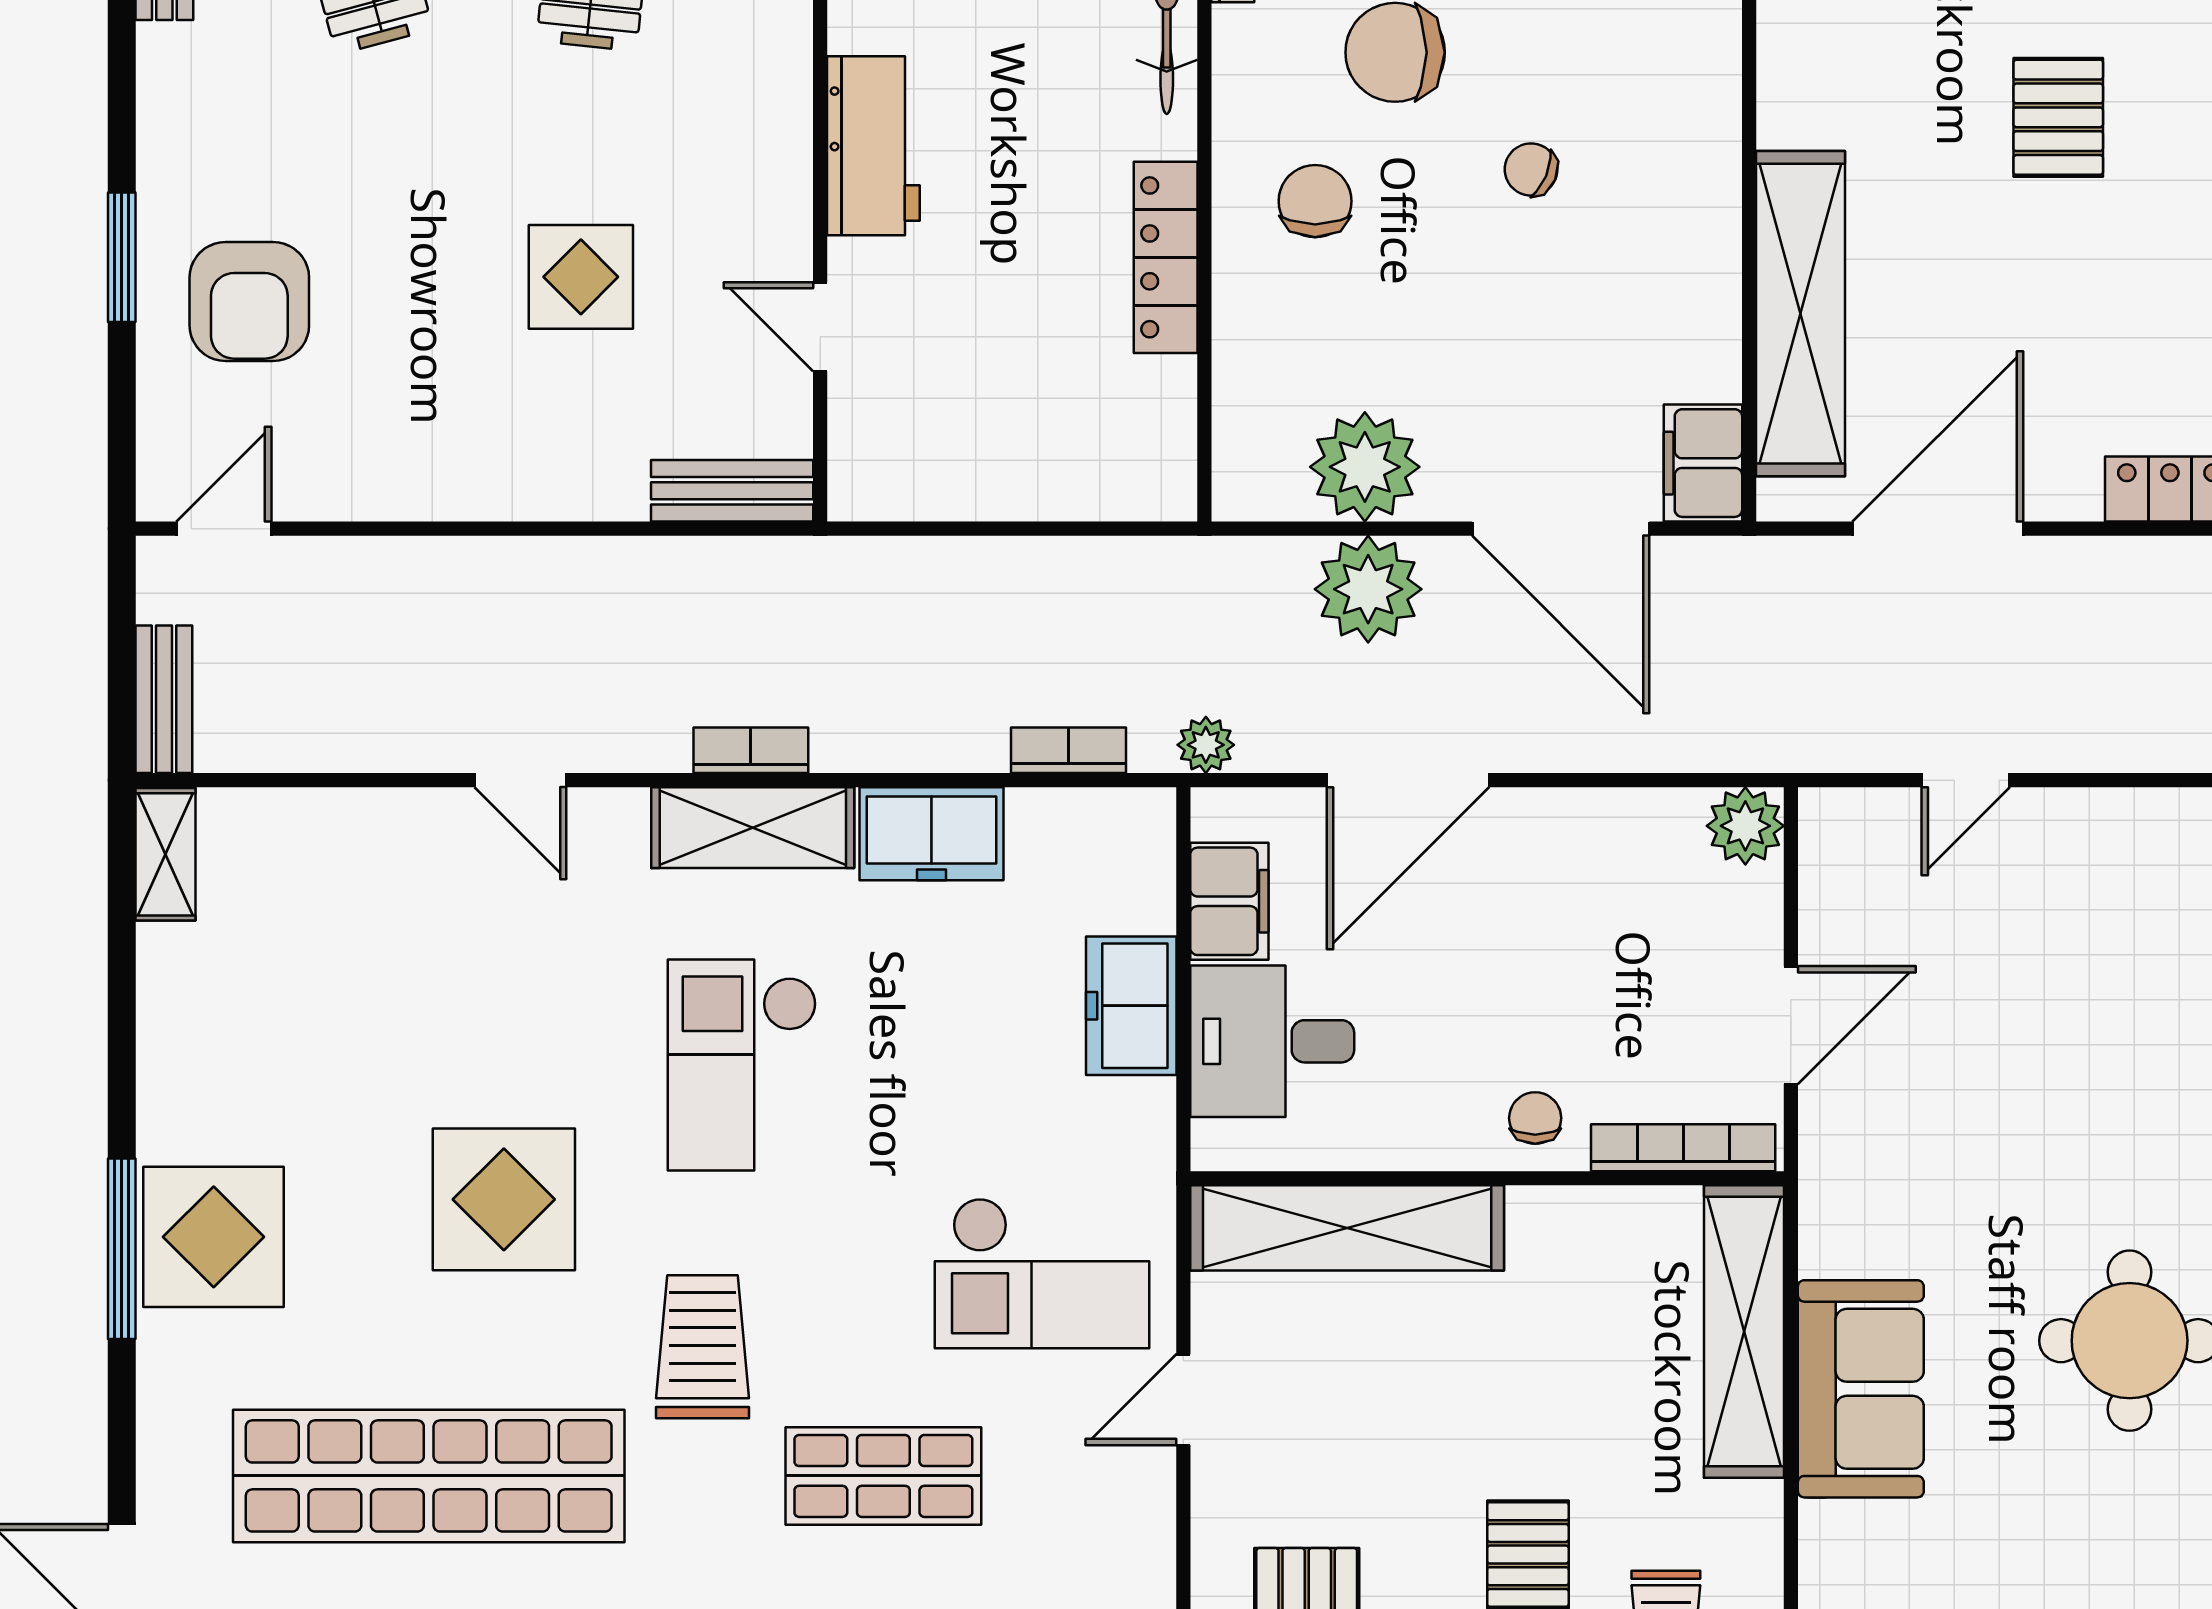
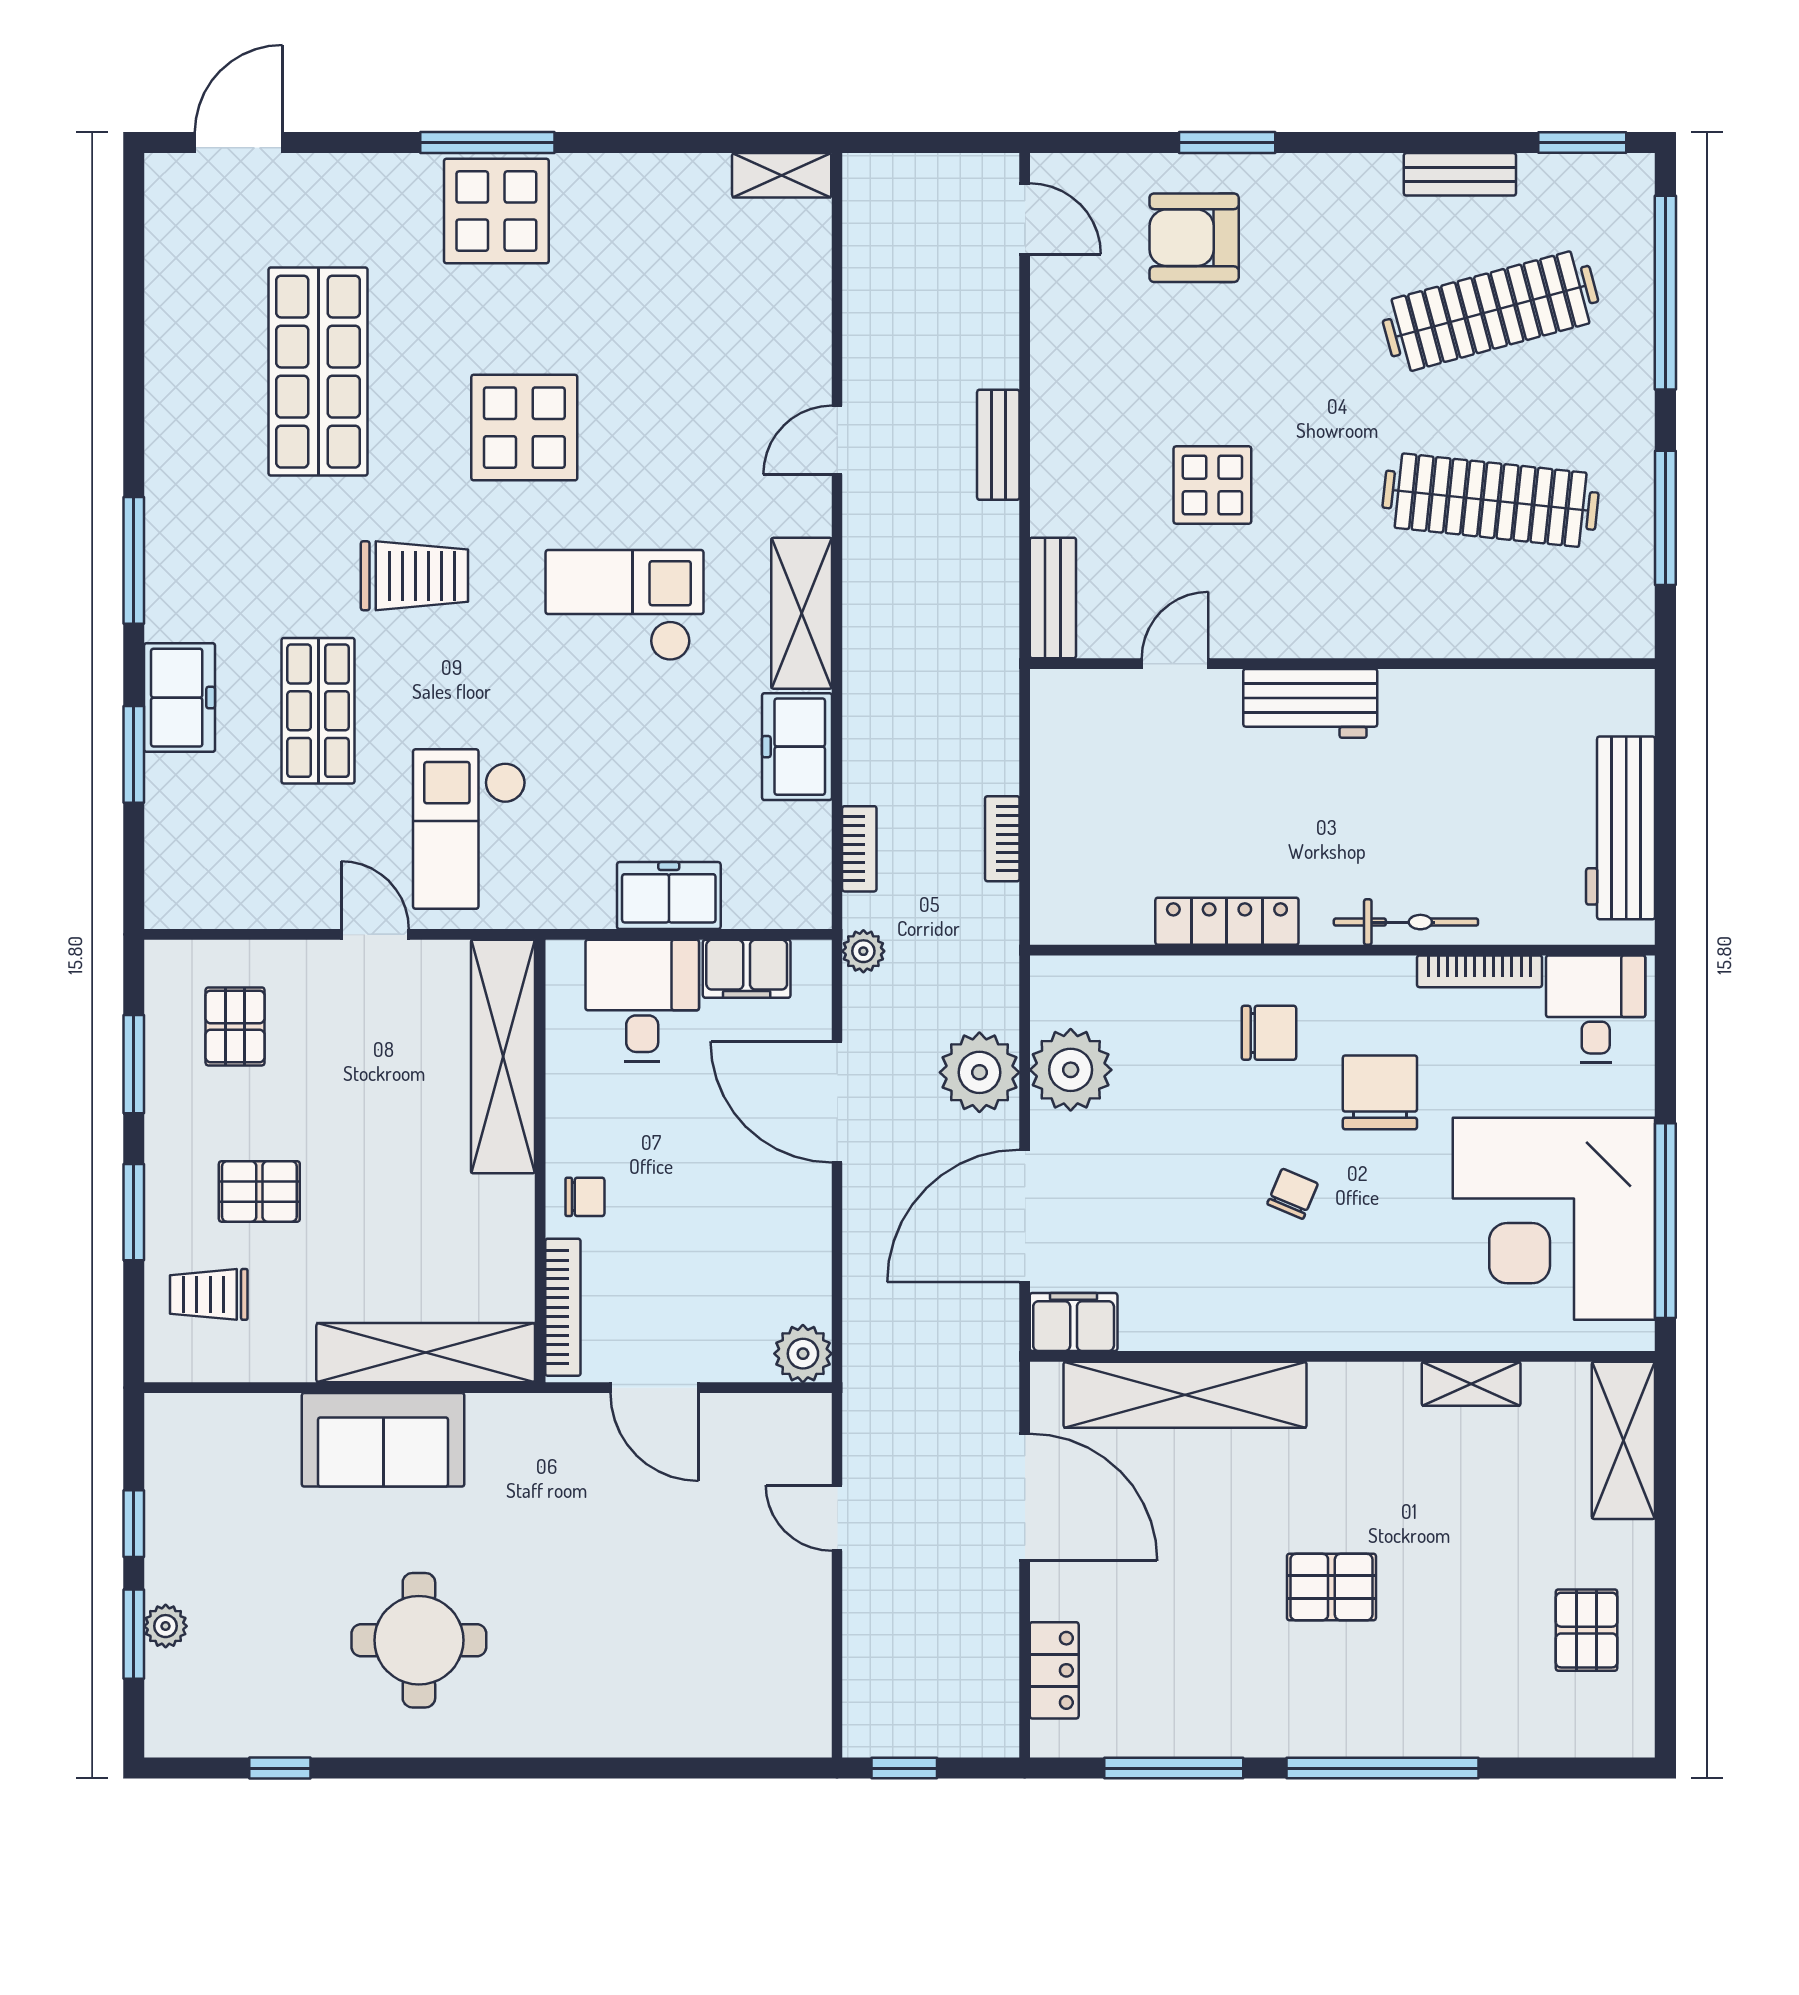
bench: (164, 699) -> (998, 445), moved, turned 90
bookcase: (751, 750) -> (1002, 839), moved, turned 180
shop shelf: (429, 1476) -> (318, 372), width x0.71

